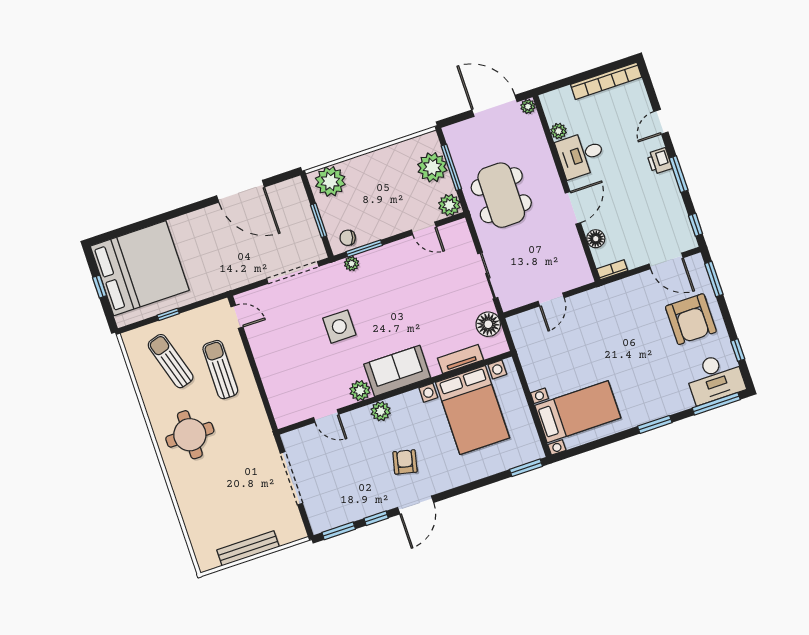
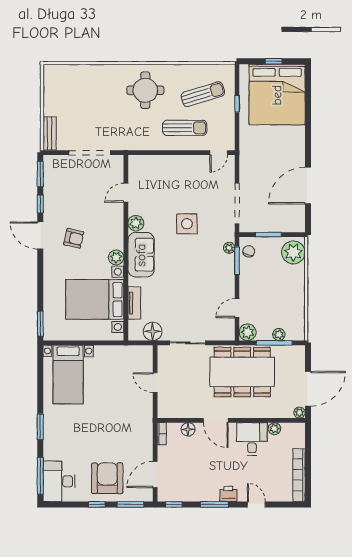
plant: (432, 167) -> (279, 335), width x0.53, depth x0.53
dining table: (501, 195) -> (242, 372), width x1.36, depth x1.24
armchair: (691, 319) -> (107, 478), turned 90
window: (738, 350) -> (97, 504), moved
plant: (381, 411) -> (116, 257), moved
bench: (248, 548) -> (50, 133), moved, width x0.73

